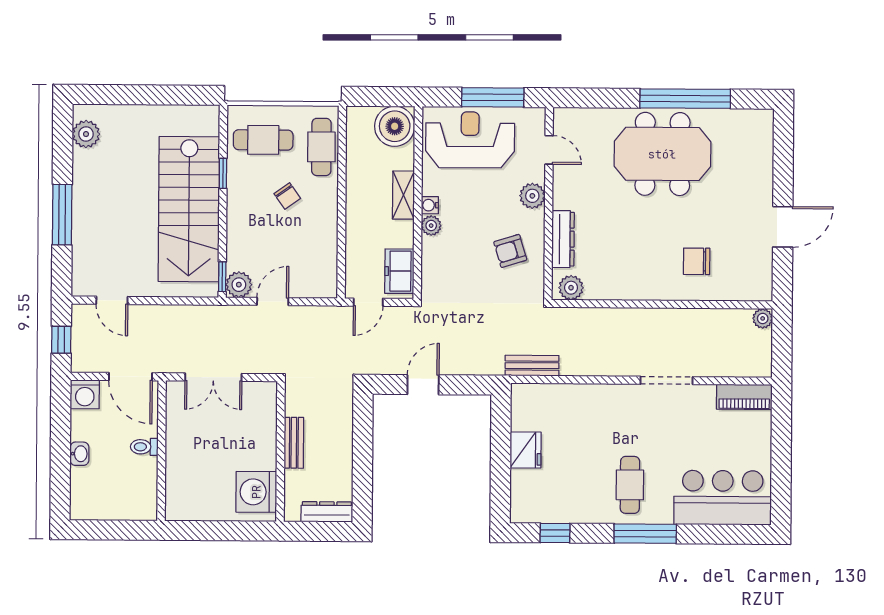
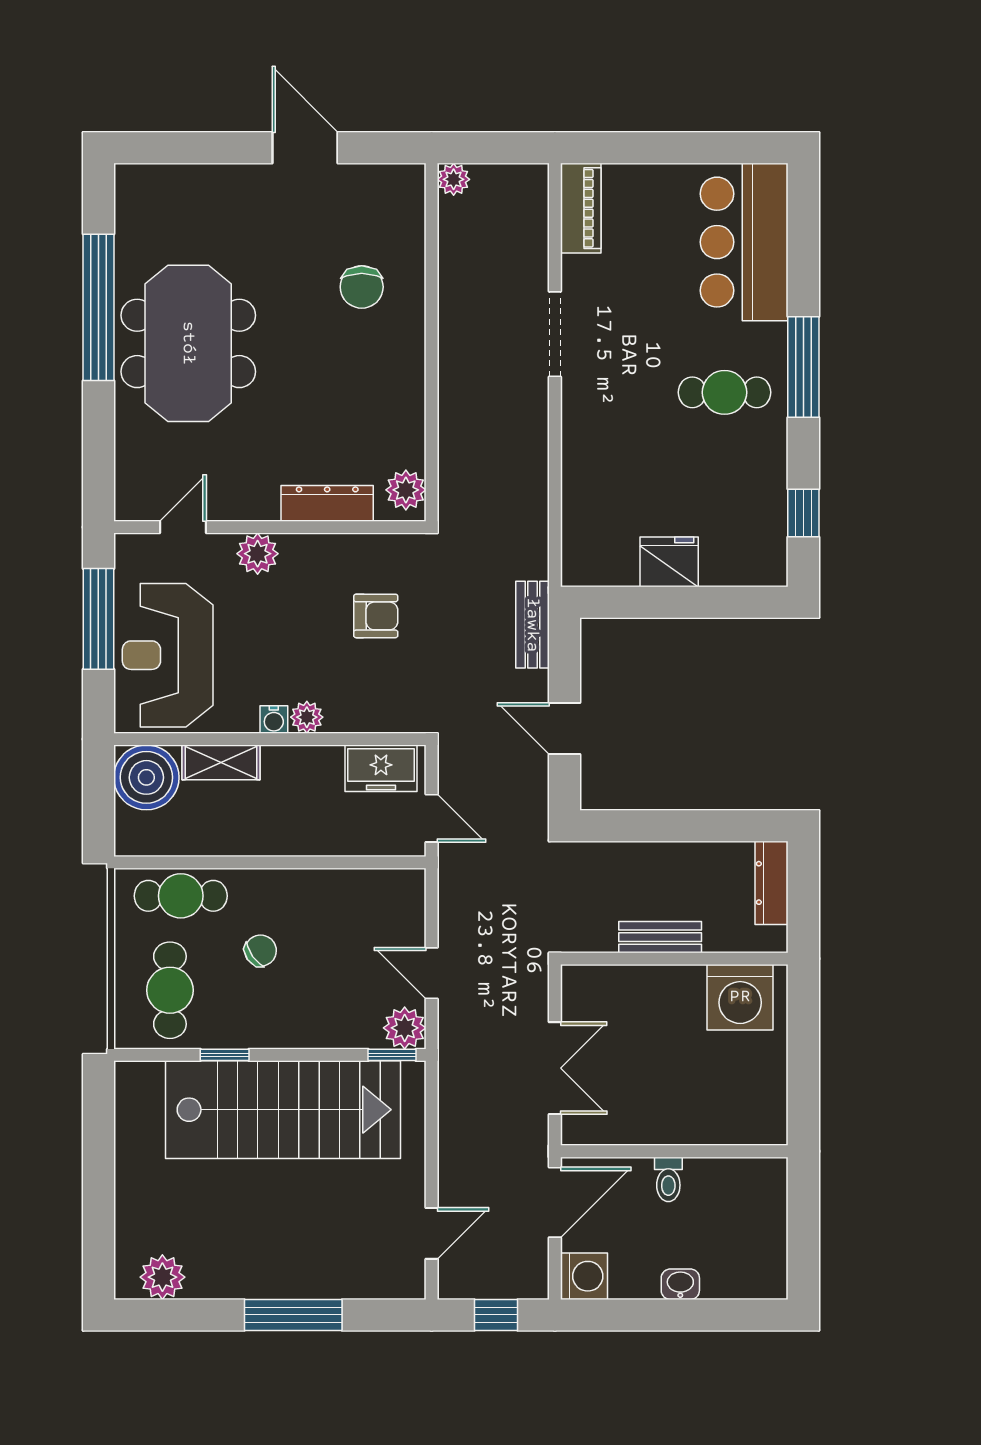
shelving: (403, 195) -> (221, 762), moved
armchair: (510, 251) -> (376, 616), moved, turned -73
bench: (532, 366) -> (532, 625), moved

